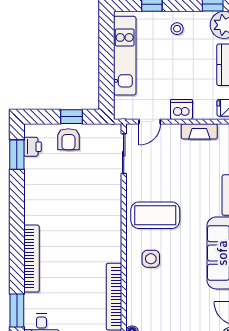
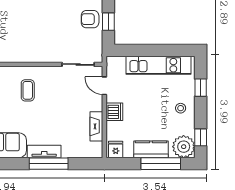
coffee table: (155, 215) -> (28, 90), width x0.54, depth x0.58

